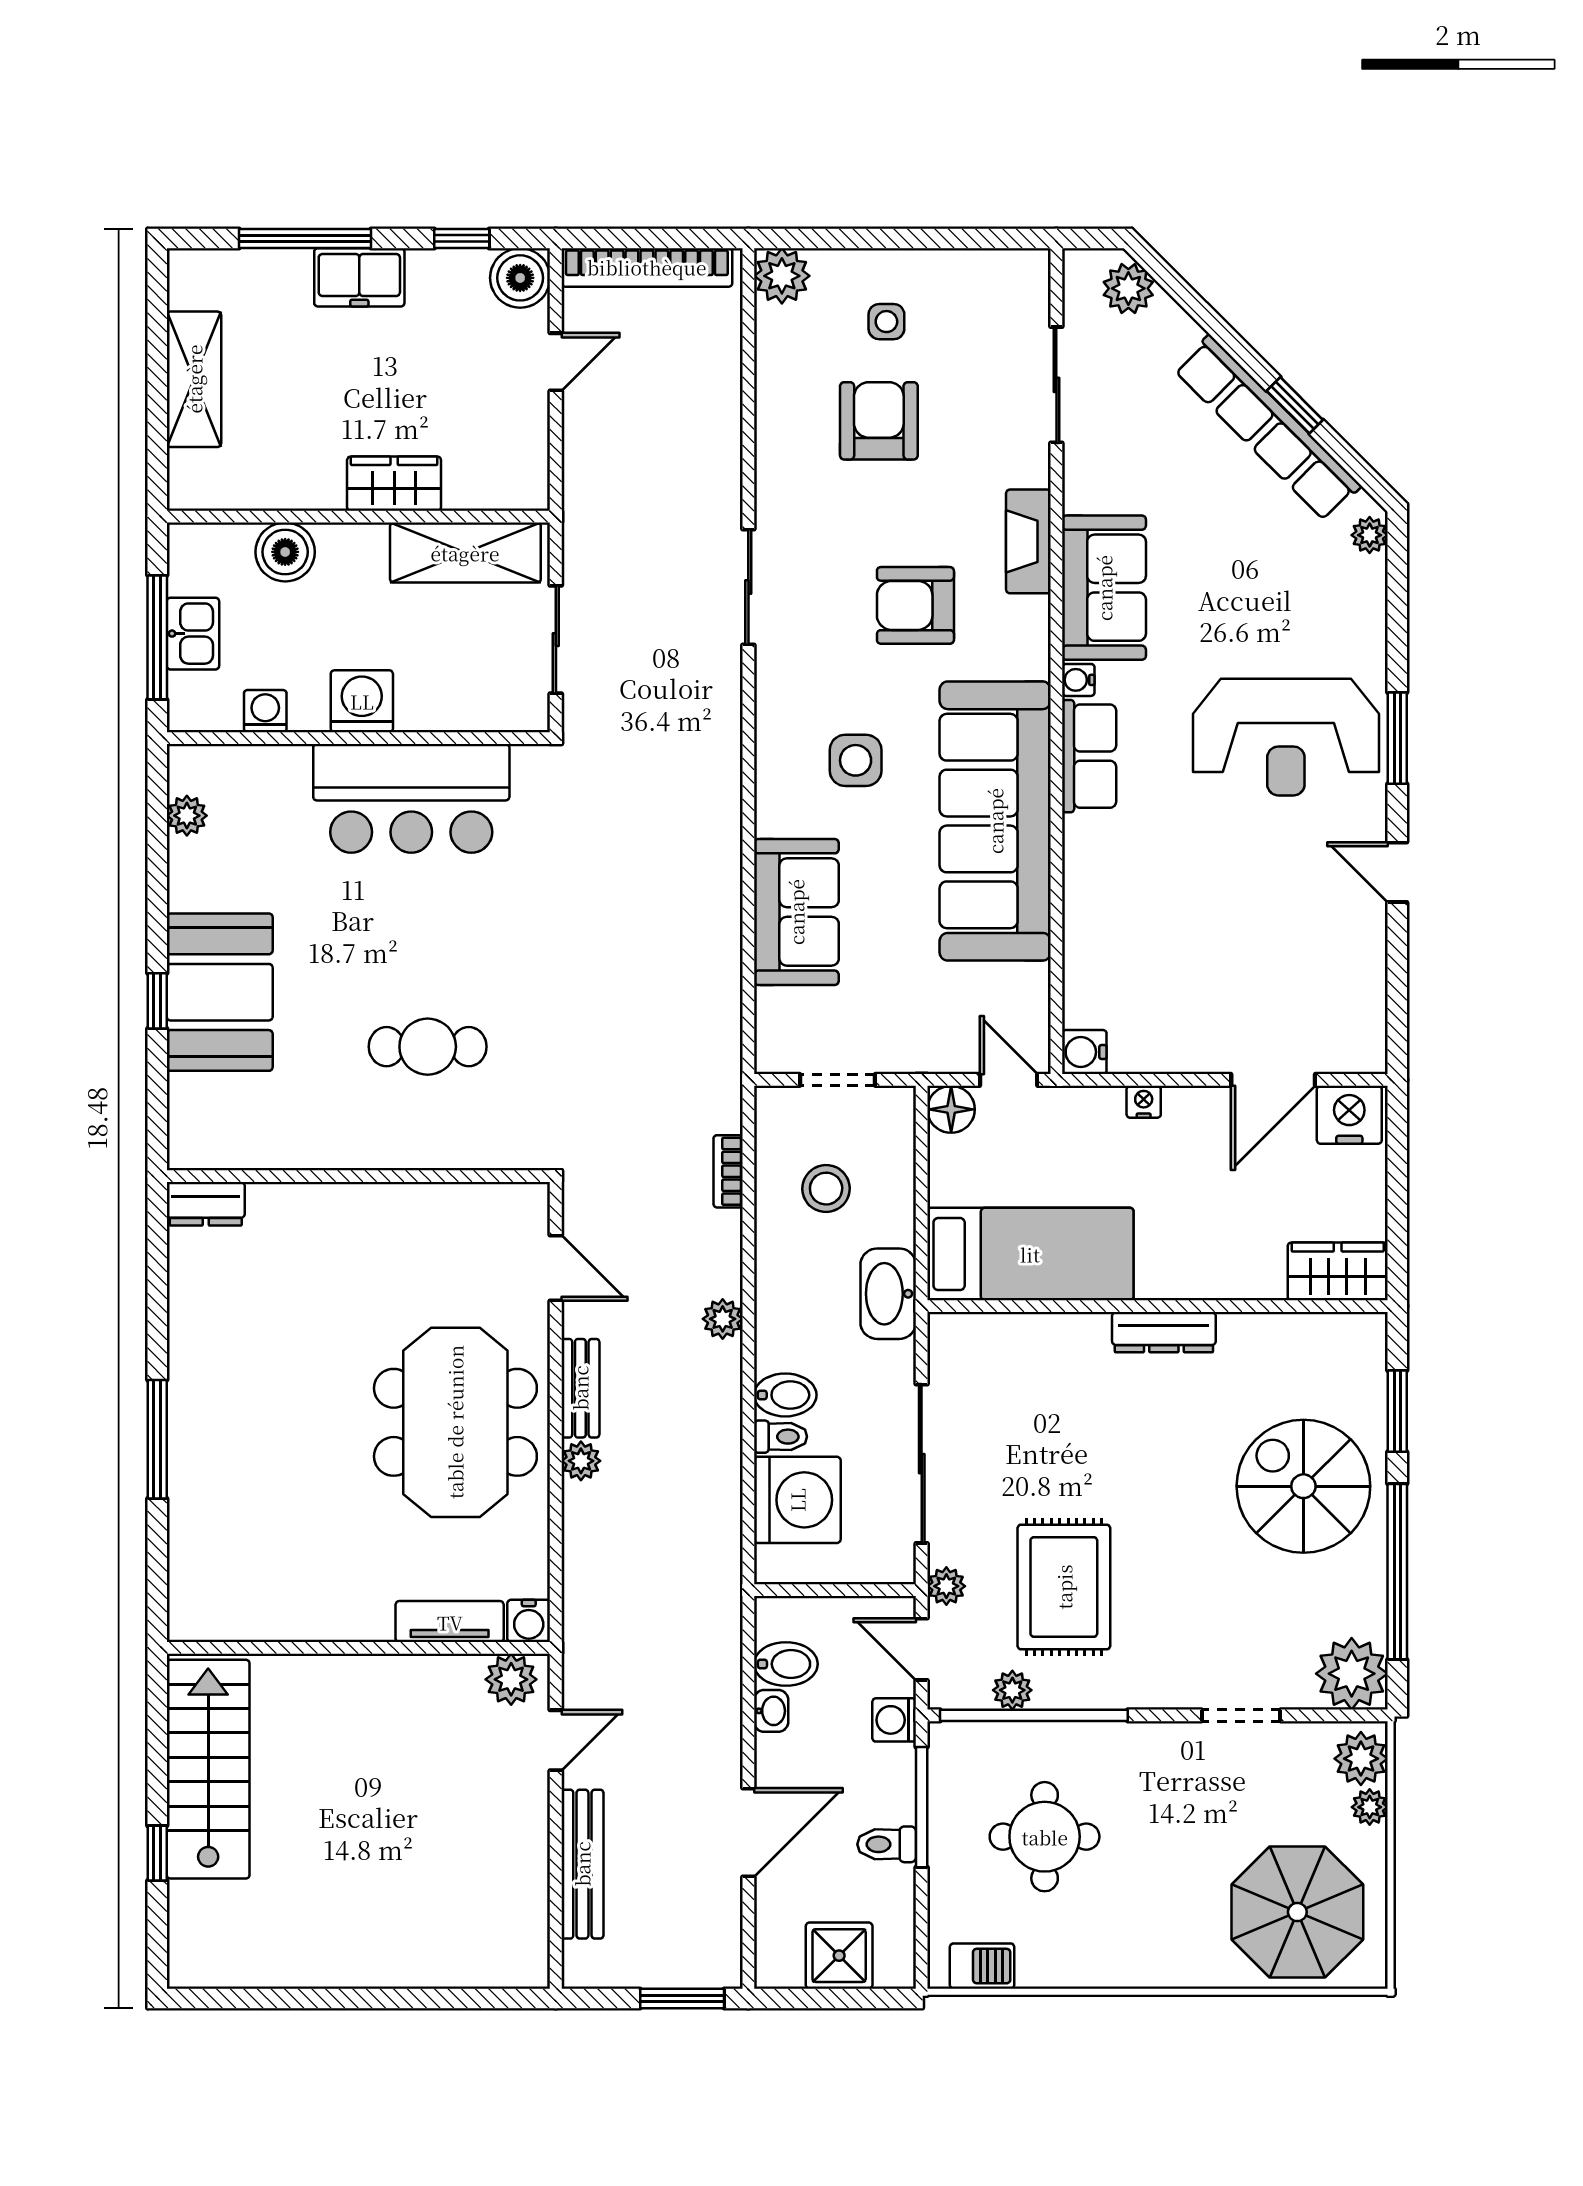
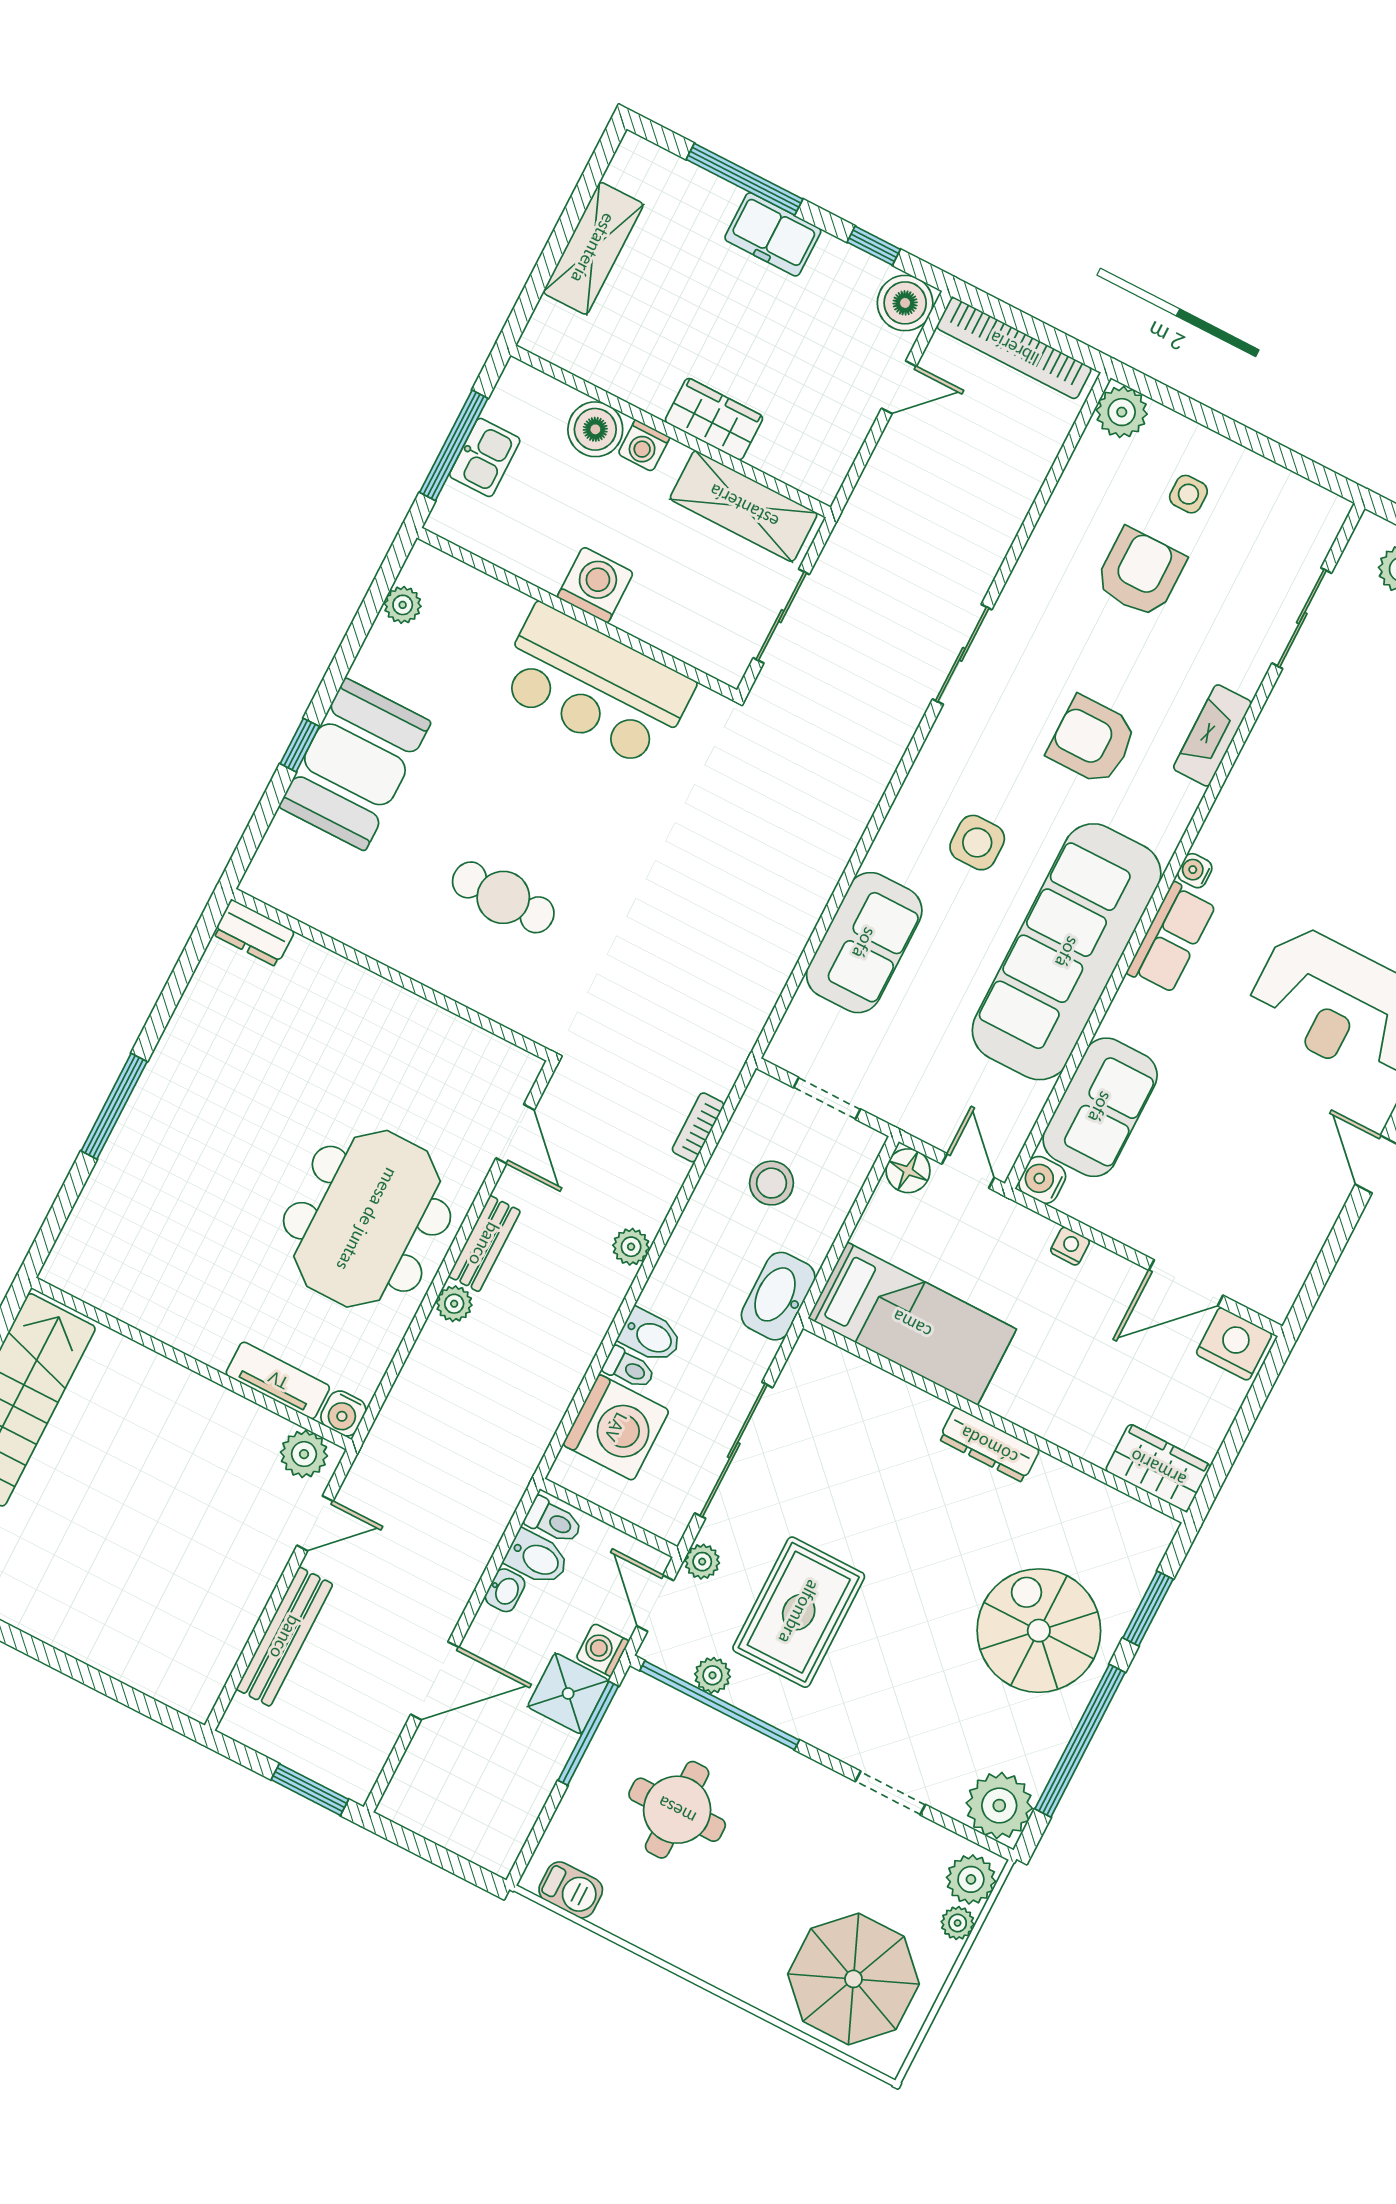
sofa: (1104, 588) -> (1100, 1107), moved
washing machine: (265, 711) -> (644, 446), moved, turned 180
toilet: (887, 1844) -> (553, 1521), moved, turned 180
shower: (839, 1956) -> (568, 1693), moved

